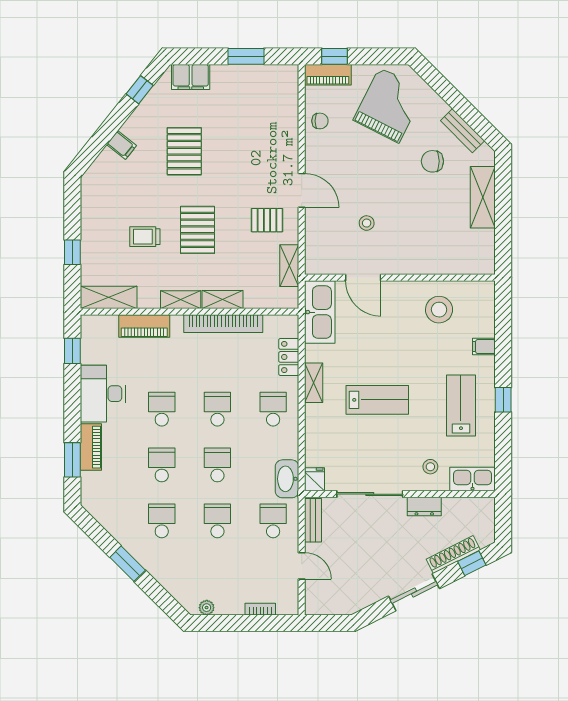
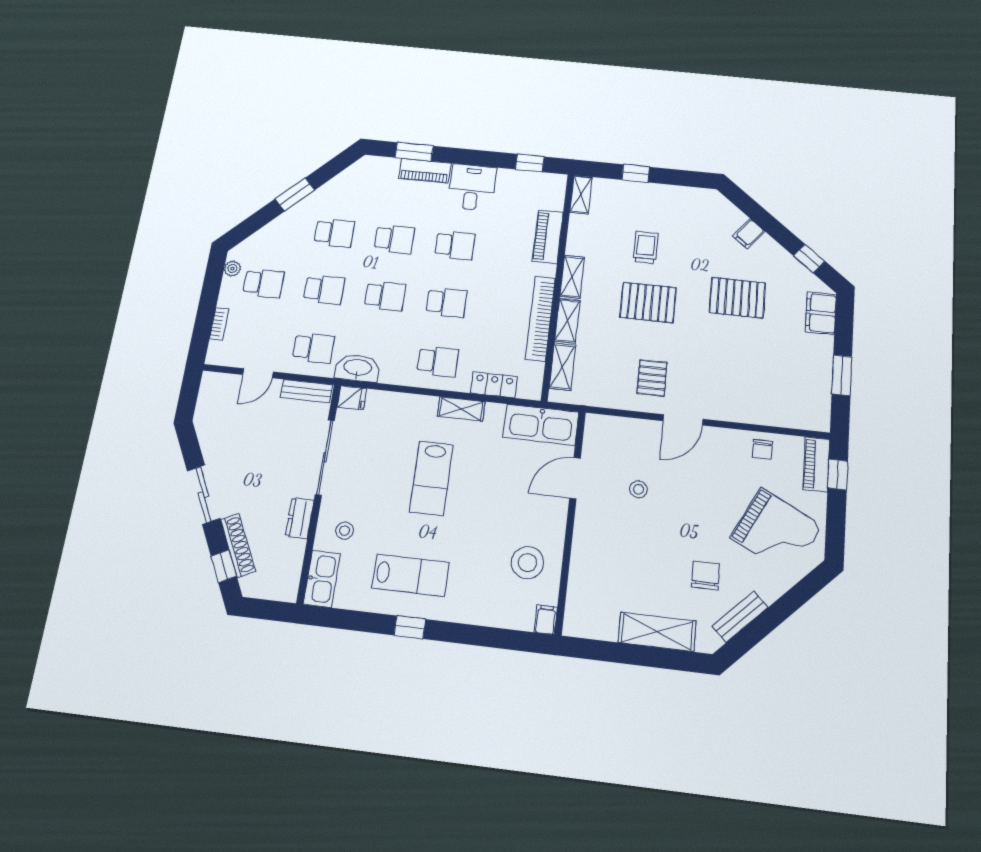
shelving: (289, 266) -> (562, 367), moved, turned 90
shelving: (109, 297) -> (581, 195), width x0.67, depth x0.75
filing cabinet: (484, 347) -> (546, 620), moved
desk: (103, 394) -> (472, 187), width x0.73
school desk: (217, 577) -> (263, 283), added

